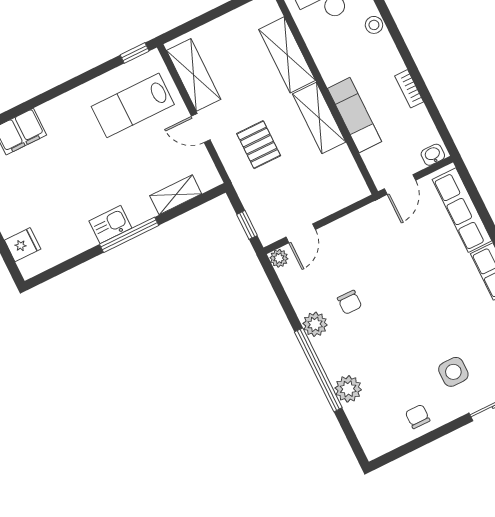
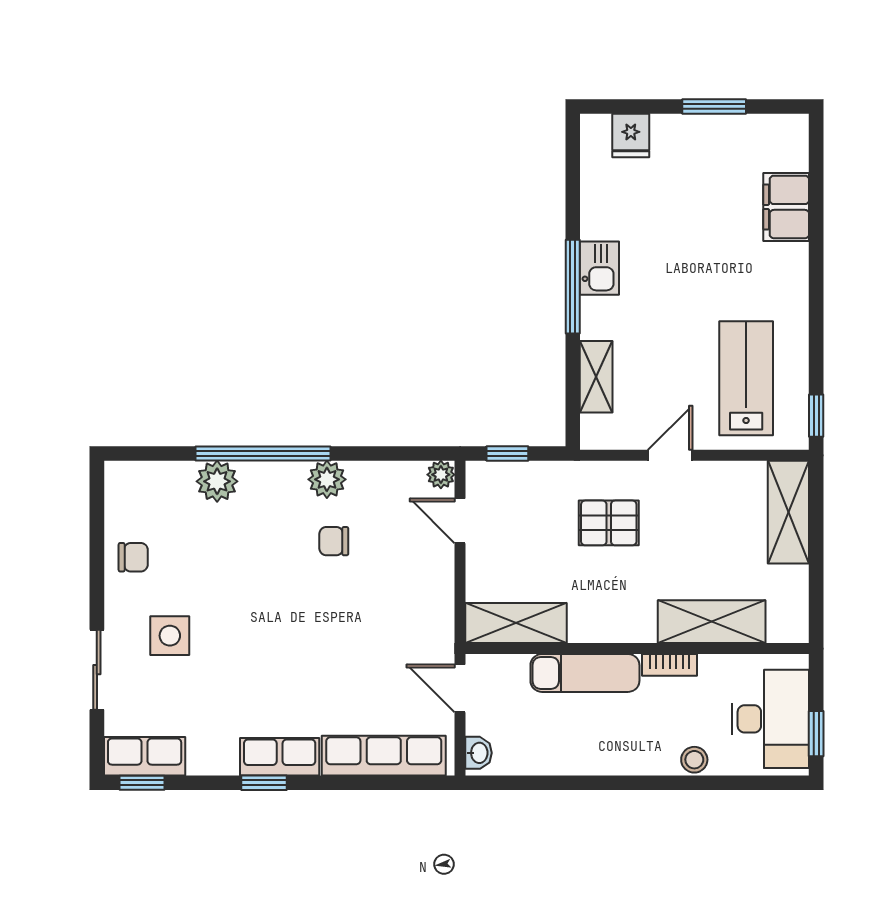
shelving: (194, 75) -> (788, 512), moved, turned 90
bookcase: (409, 89) -> (670, 665), moved, turned 180
shelving: (319, 118) -> (516, 623), moved

